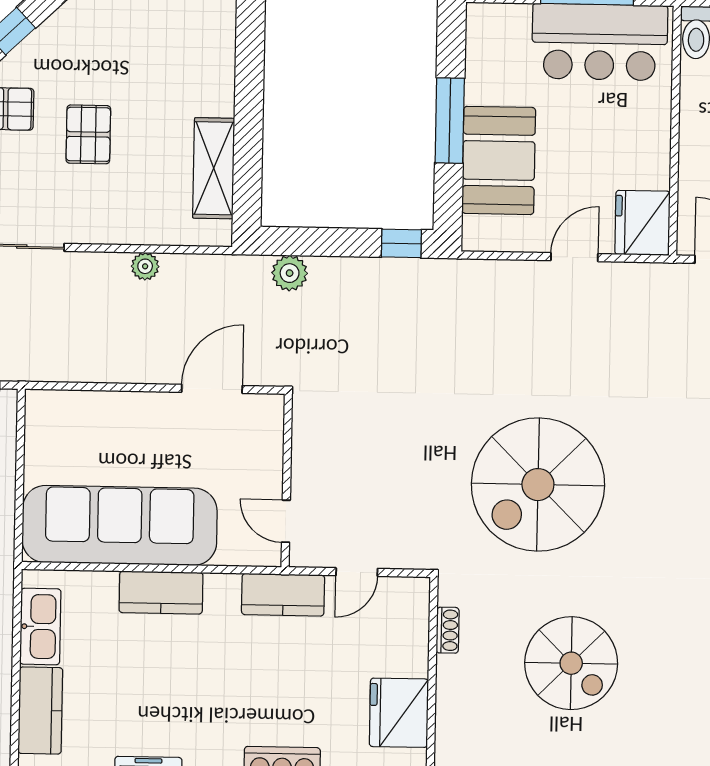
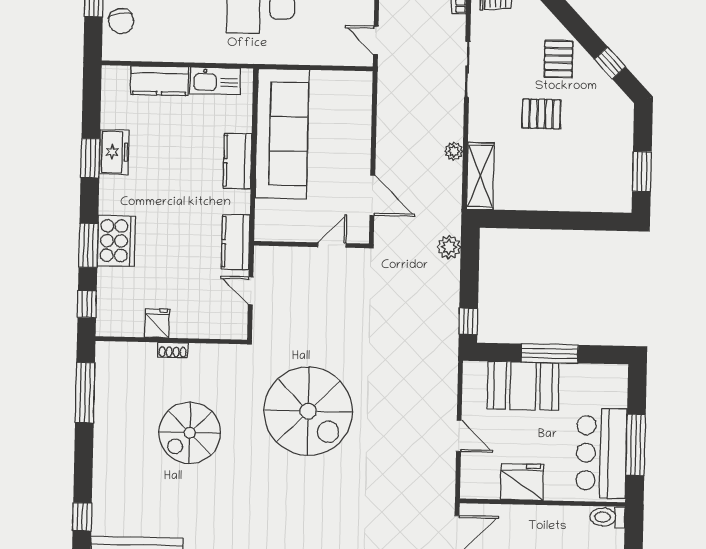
shelving: (214, 168) -> (480, 176), moved, turned 90
fridge: (643, 223) -> (522, 482), moved
spiral stairs: (538, 485) -> (308, 411), turned 180
door: (286, 521) -> (332, 245), moved
shoe rack: (448, 630) -> (173, 350), moved
fridge: (399, 713) -> (157, 323), width x0.53, depth x0.75

